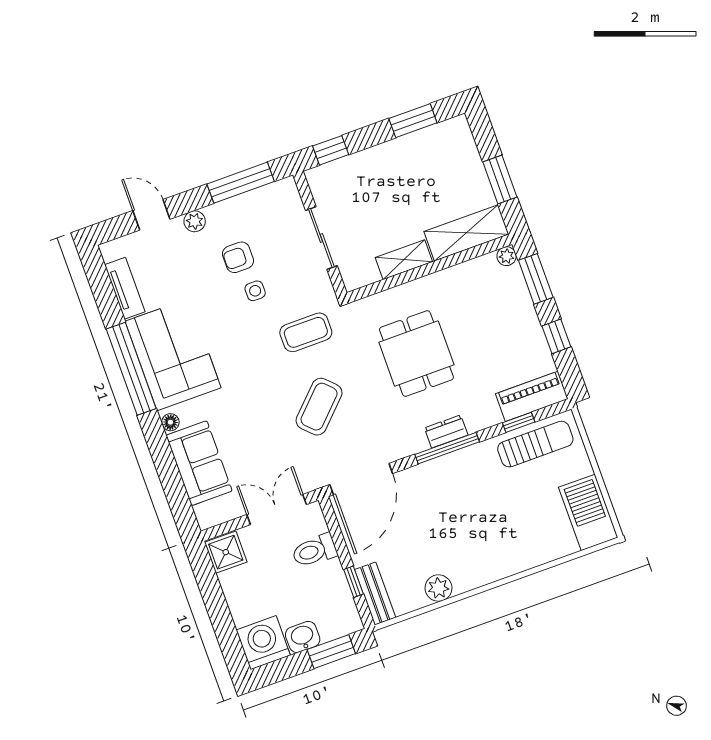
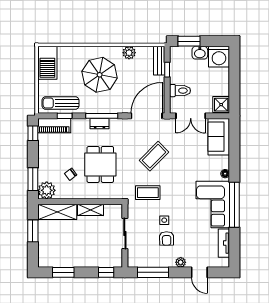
plant: (507, 256) -> (47, 190), width x1.87, depth x1.87
armchair: (238, 257) -> (167, 238), turned 89
chair: (467, 314) -> (71, 174), added
window: (556, 336) -> (33, 133), moved
sofa: (199, 463) -> (219, 137), moved
parasol: (480, 525) -> (100, 75), added

